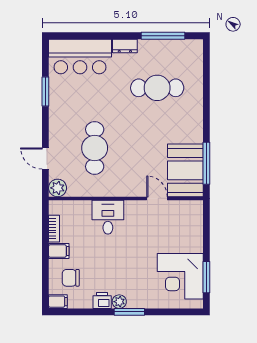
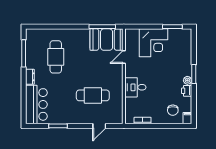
plant: (58, 188) -> (117, 118), removed
filing cabinet: (59, 251) -> (156, 118), removed
corner desk: (180, 276) -> (153, 43), moved

